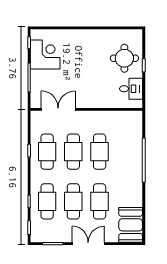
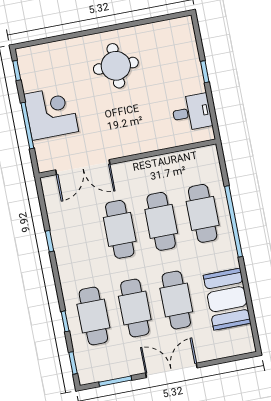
corner desk: (45, 54) -> (51, 113), moved
round table: (124, 58) -> (116, 66), moved
double door: (58, 109) -> (83, 167), swing flipped
cafe table: (47, 152) -> (203, 213), moved
booth: (131, 225) -> (227, 299), moved

